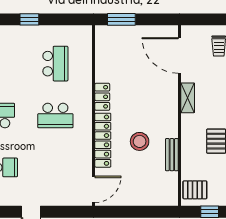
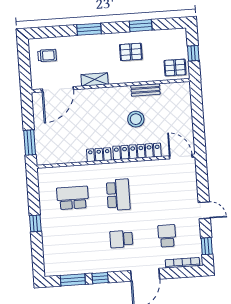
pallet: (195, 190) -> (175, 68), turned 90

